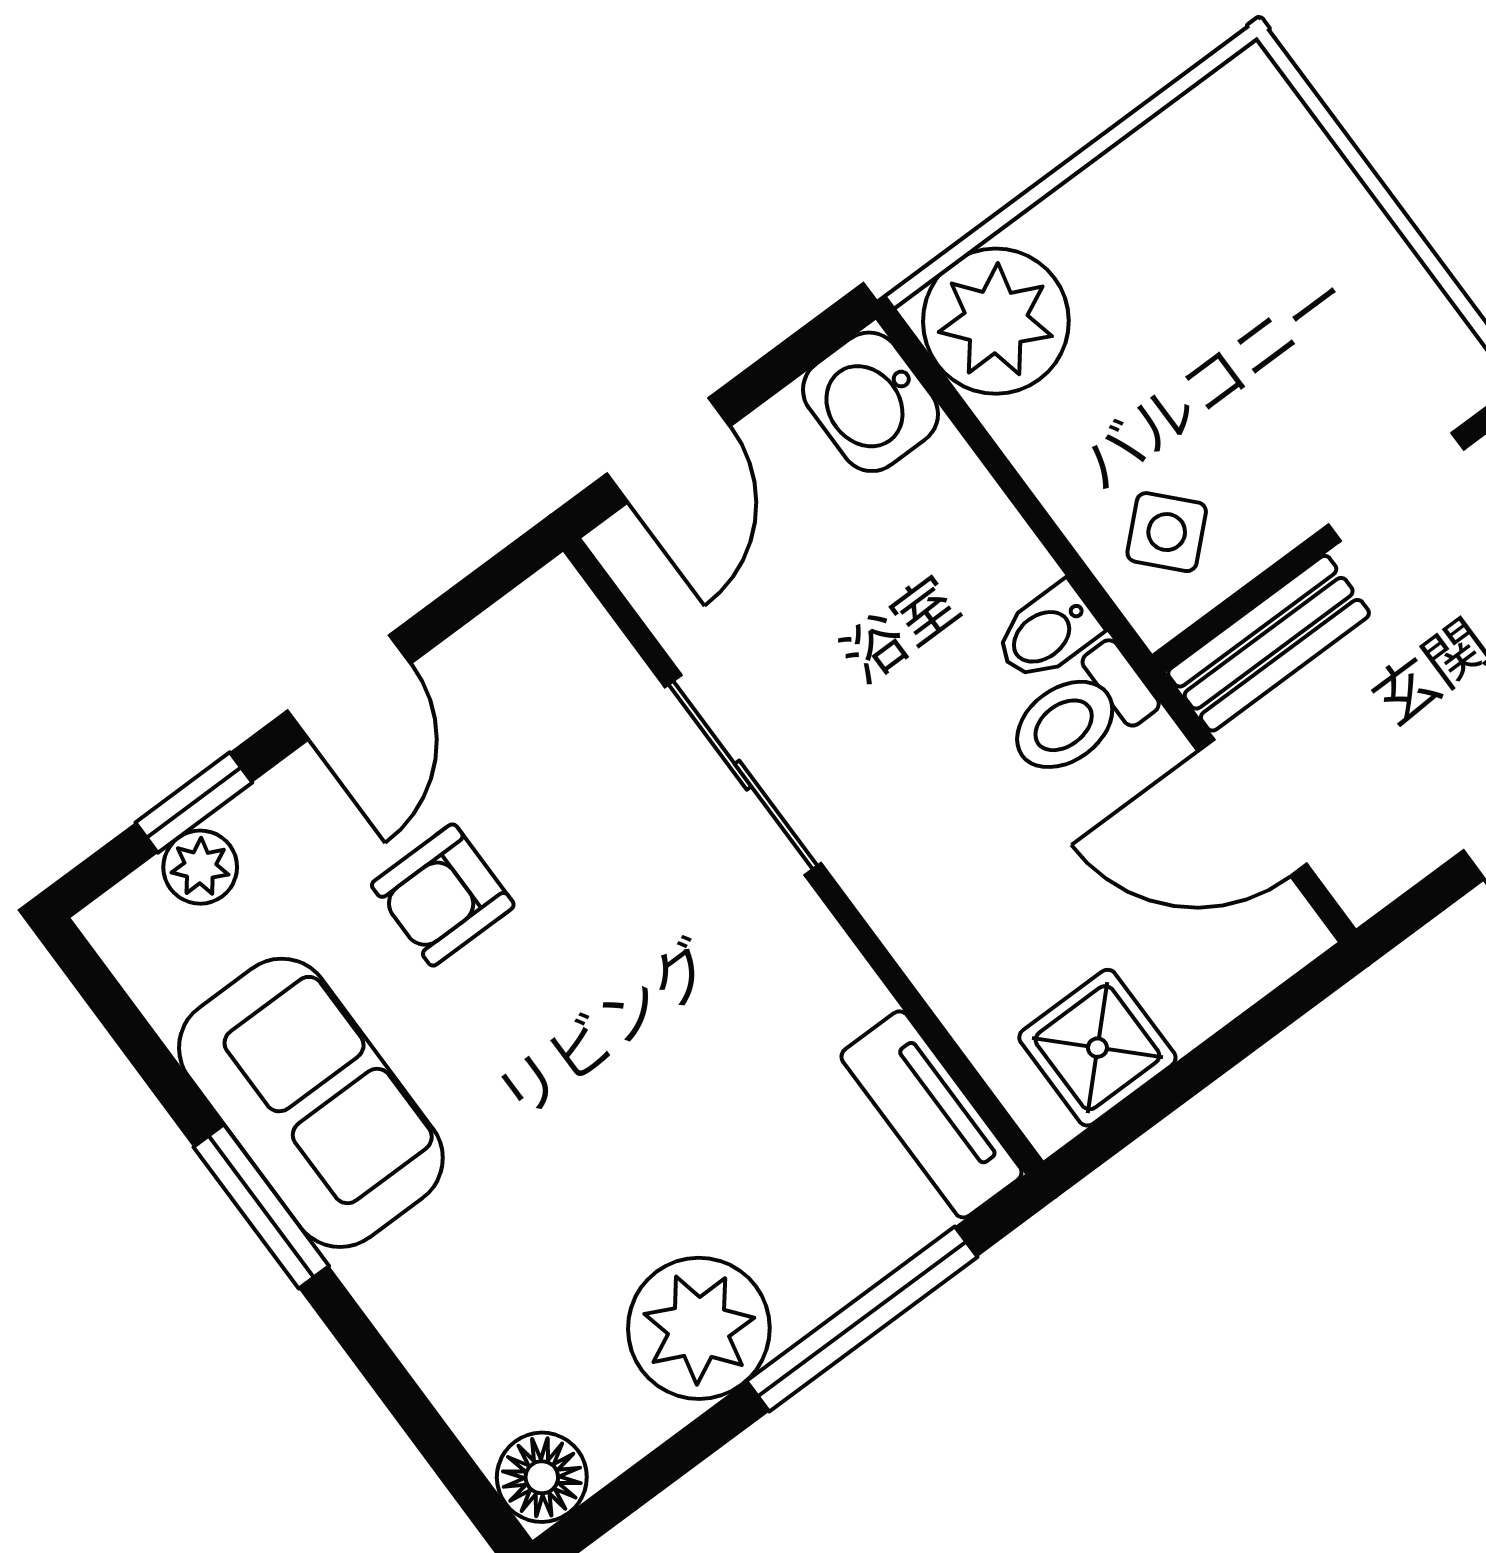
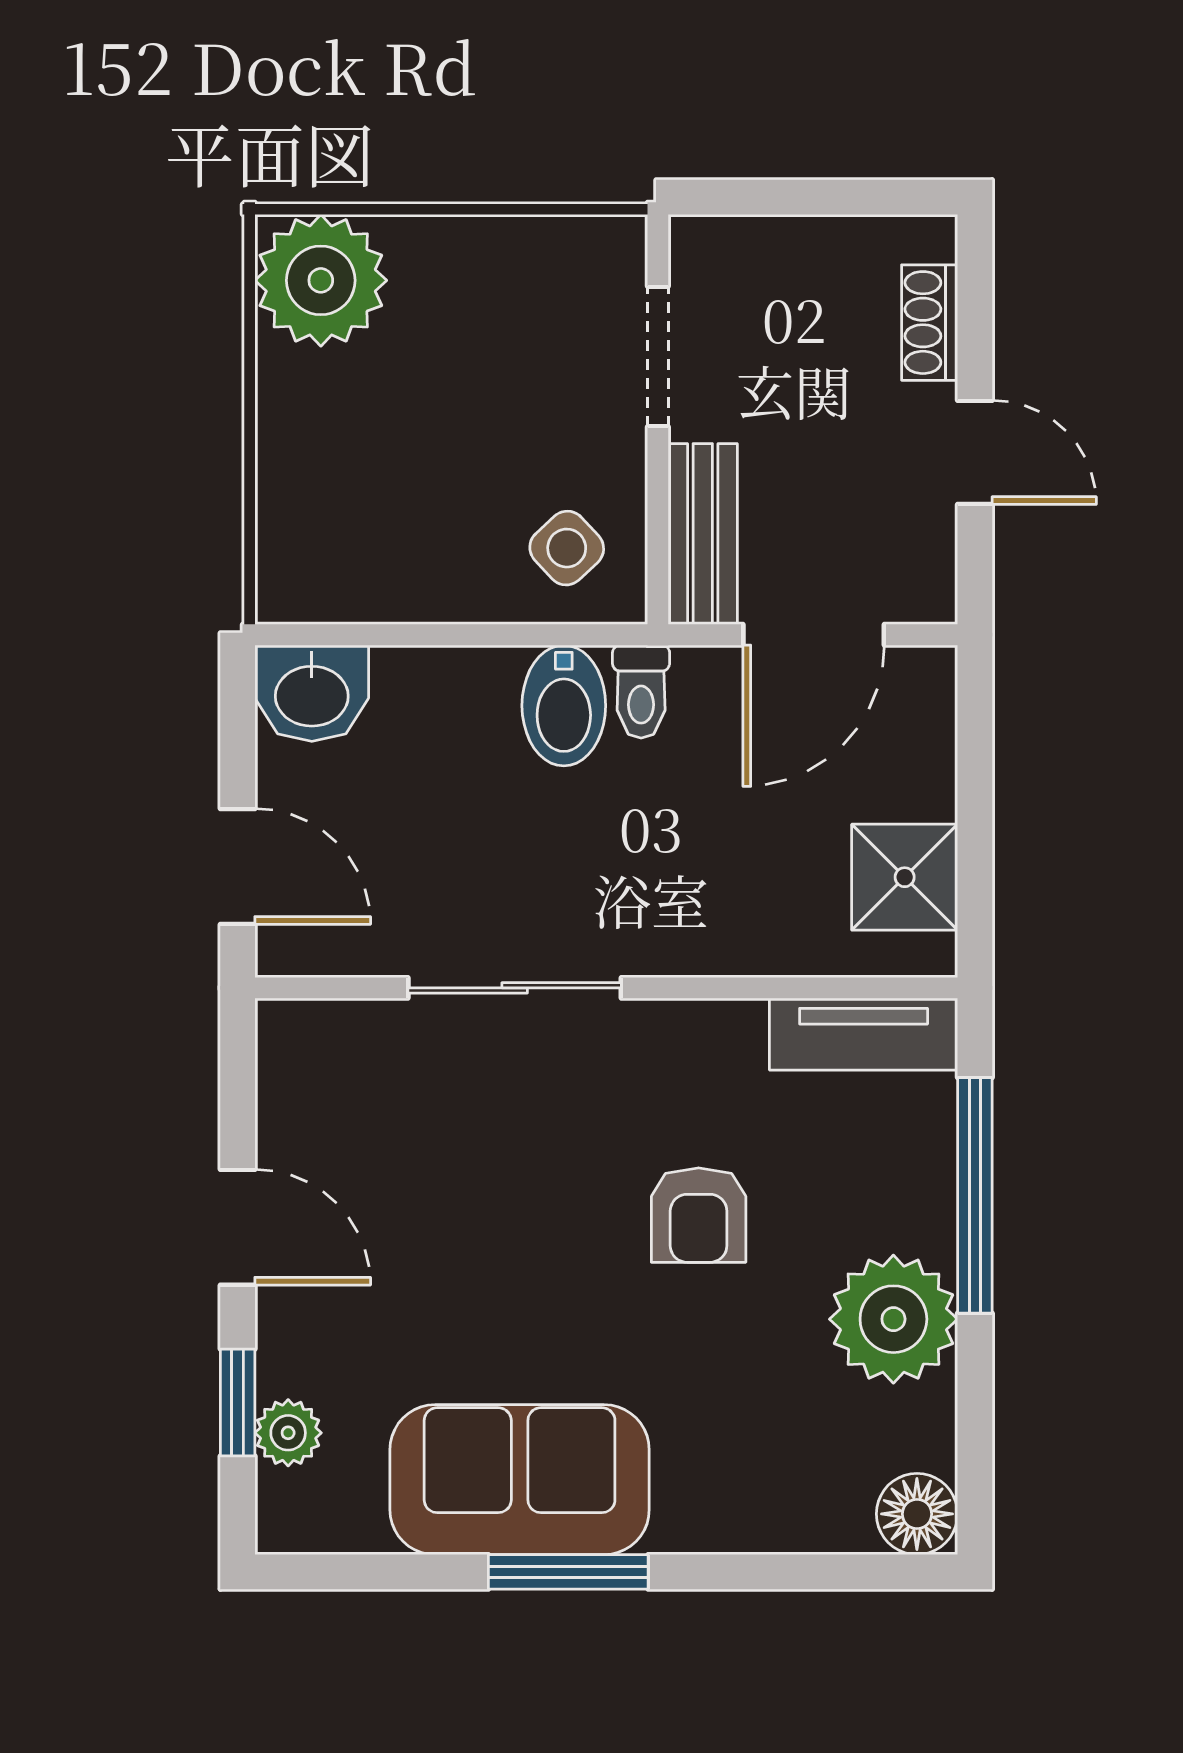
plant: (996, 321) -> (321, 280), moved
bidet: (1047, 633) -> (564, 706), width x1.38, depth x1.36
toilet: (1080, 713) -> (641, 692), width x0.73, depth x0.72
armchair: (443, 895) -> (699, 1215), moved

